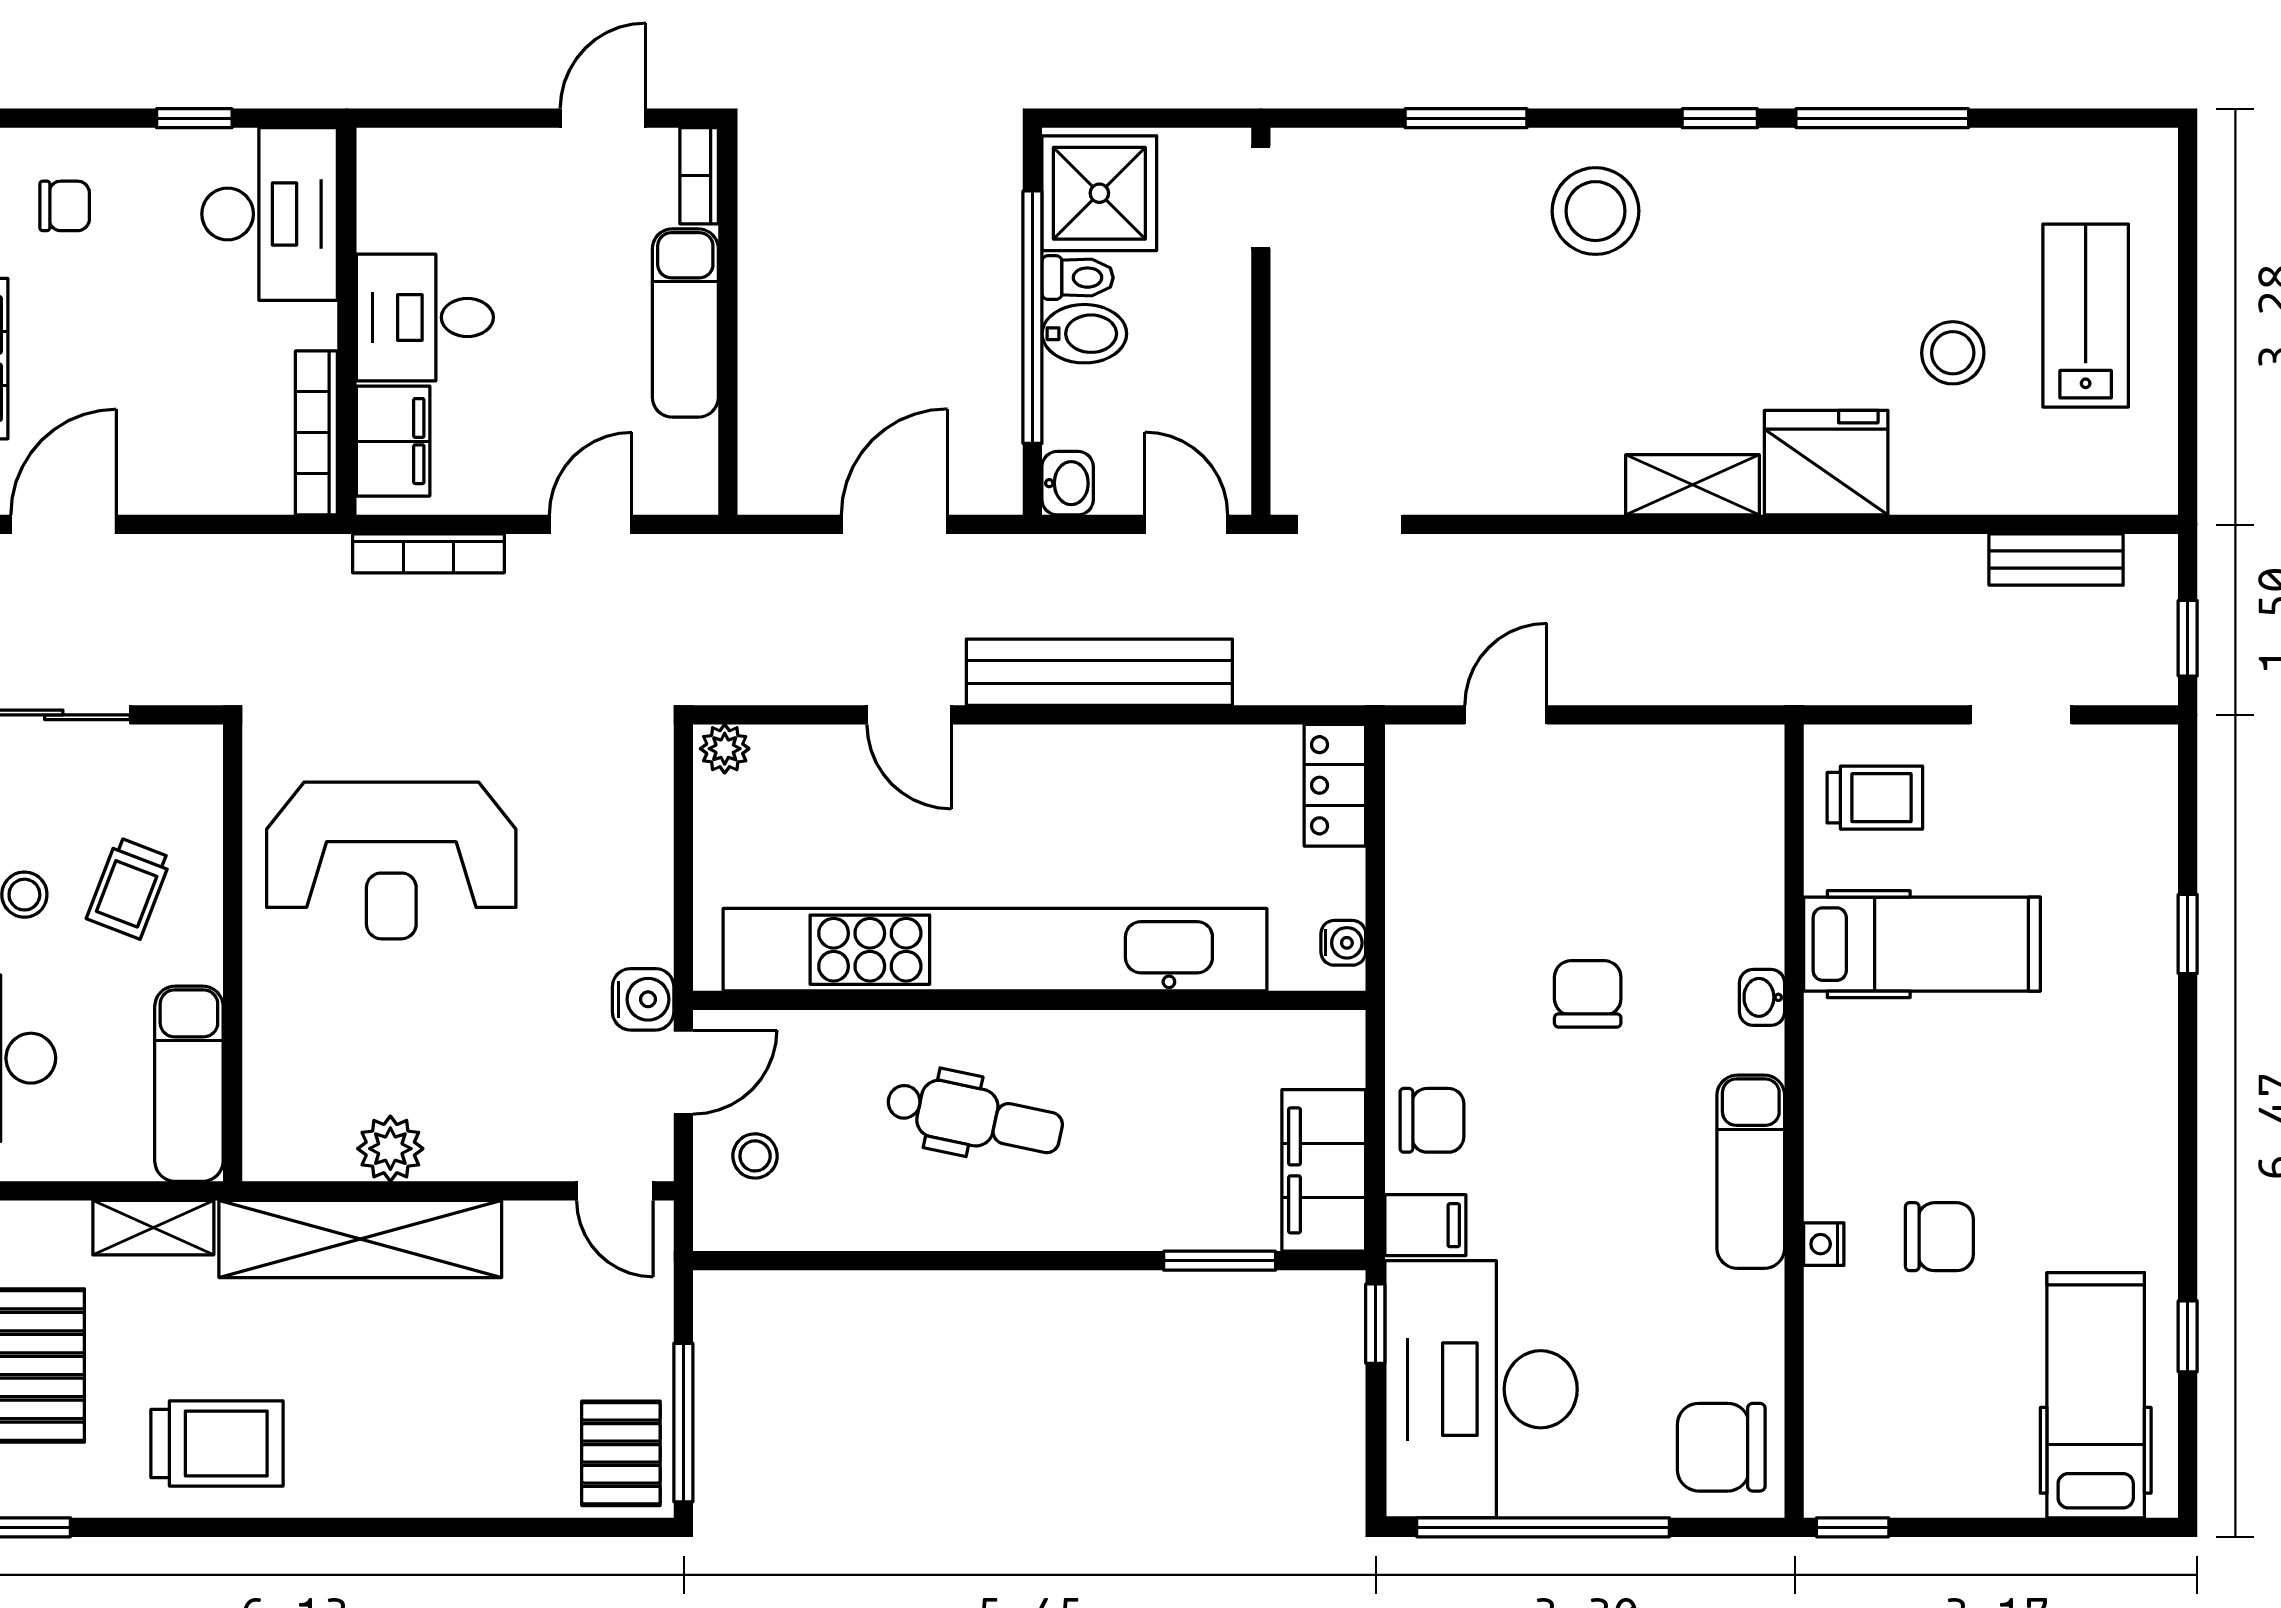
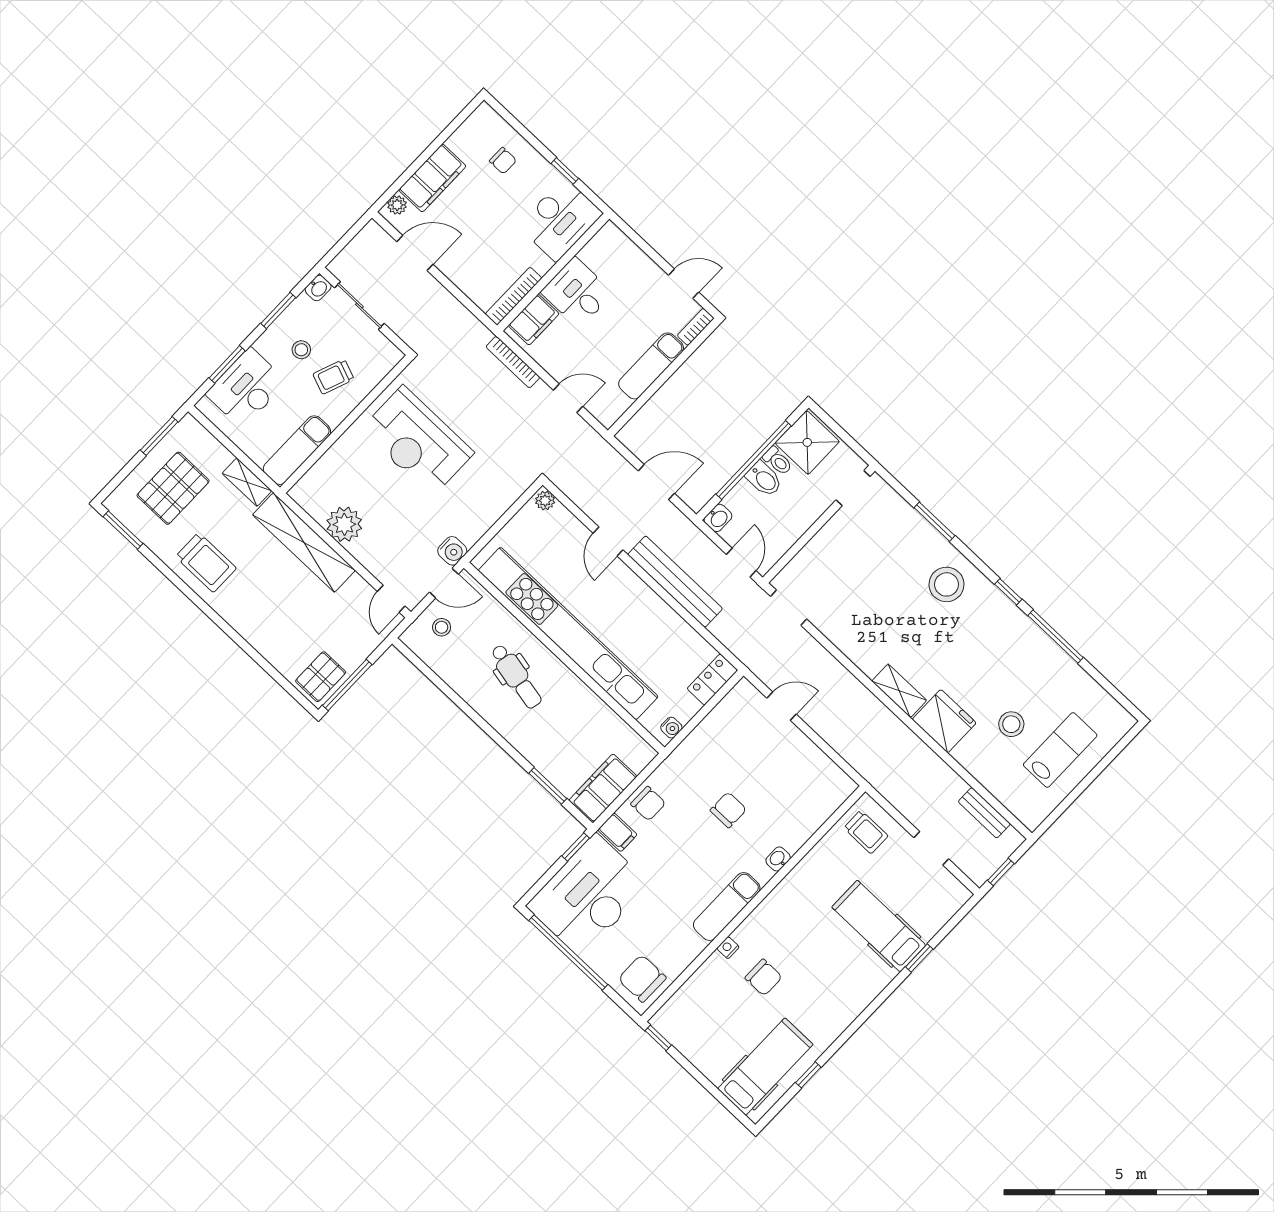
hospital bed: (1922, 944) -> (879, 926), moved, turned 180
plant: (390, 1149) -> (344, 524), width x1.36, depth x1.36

